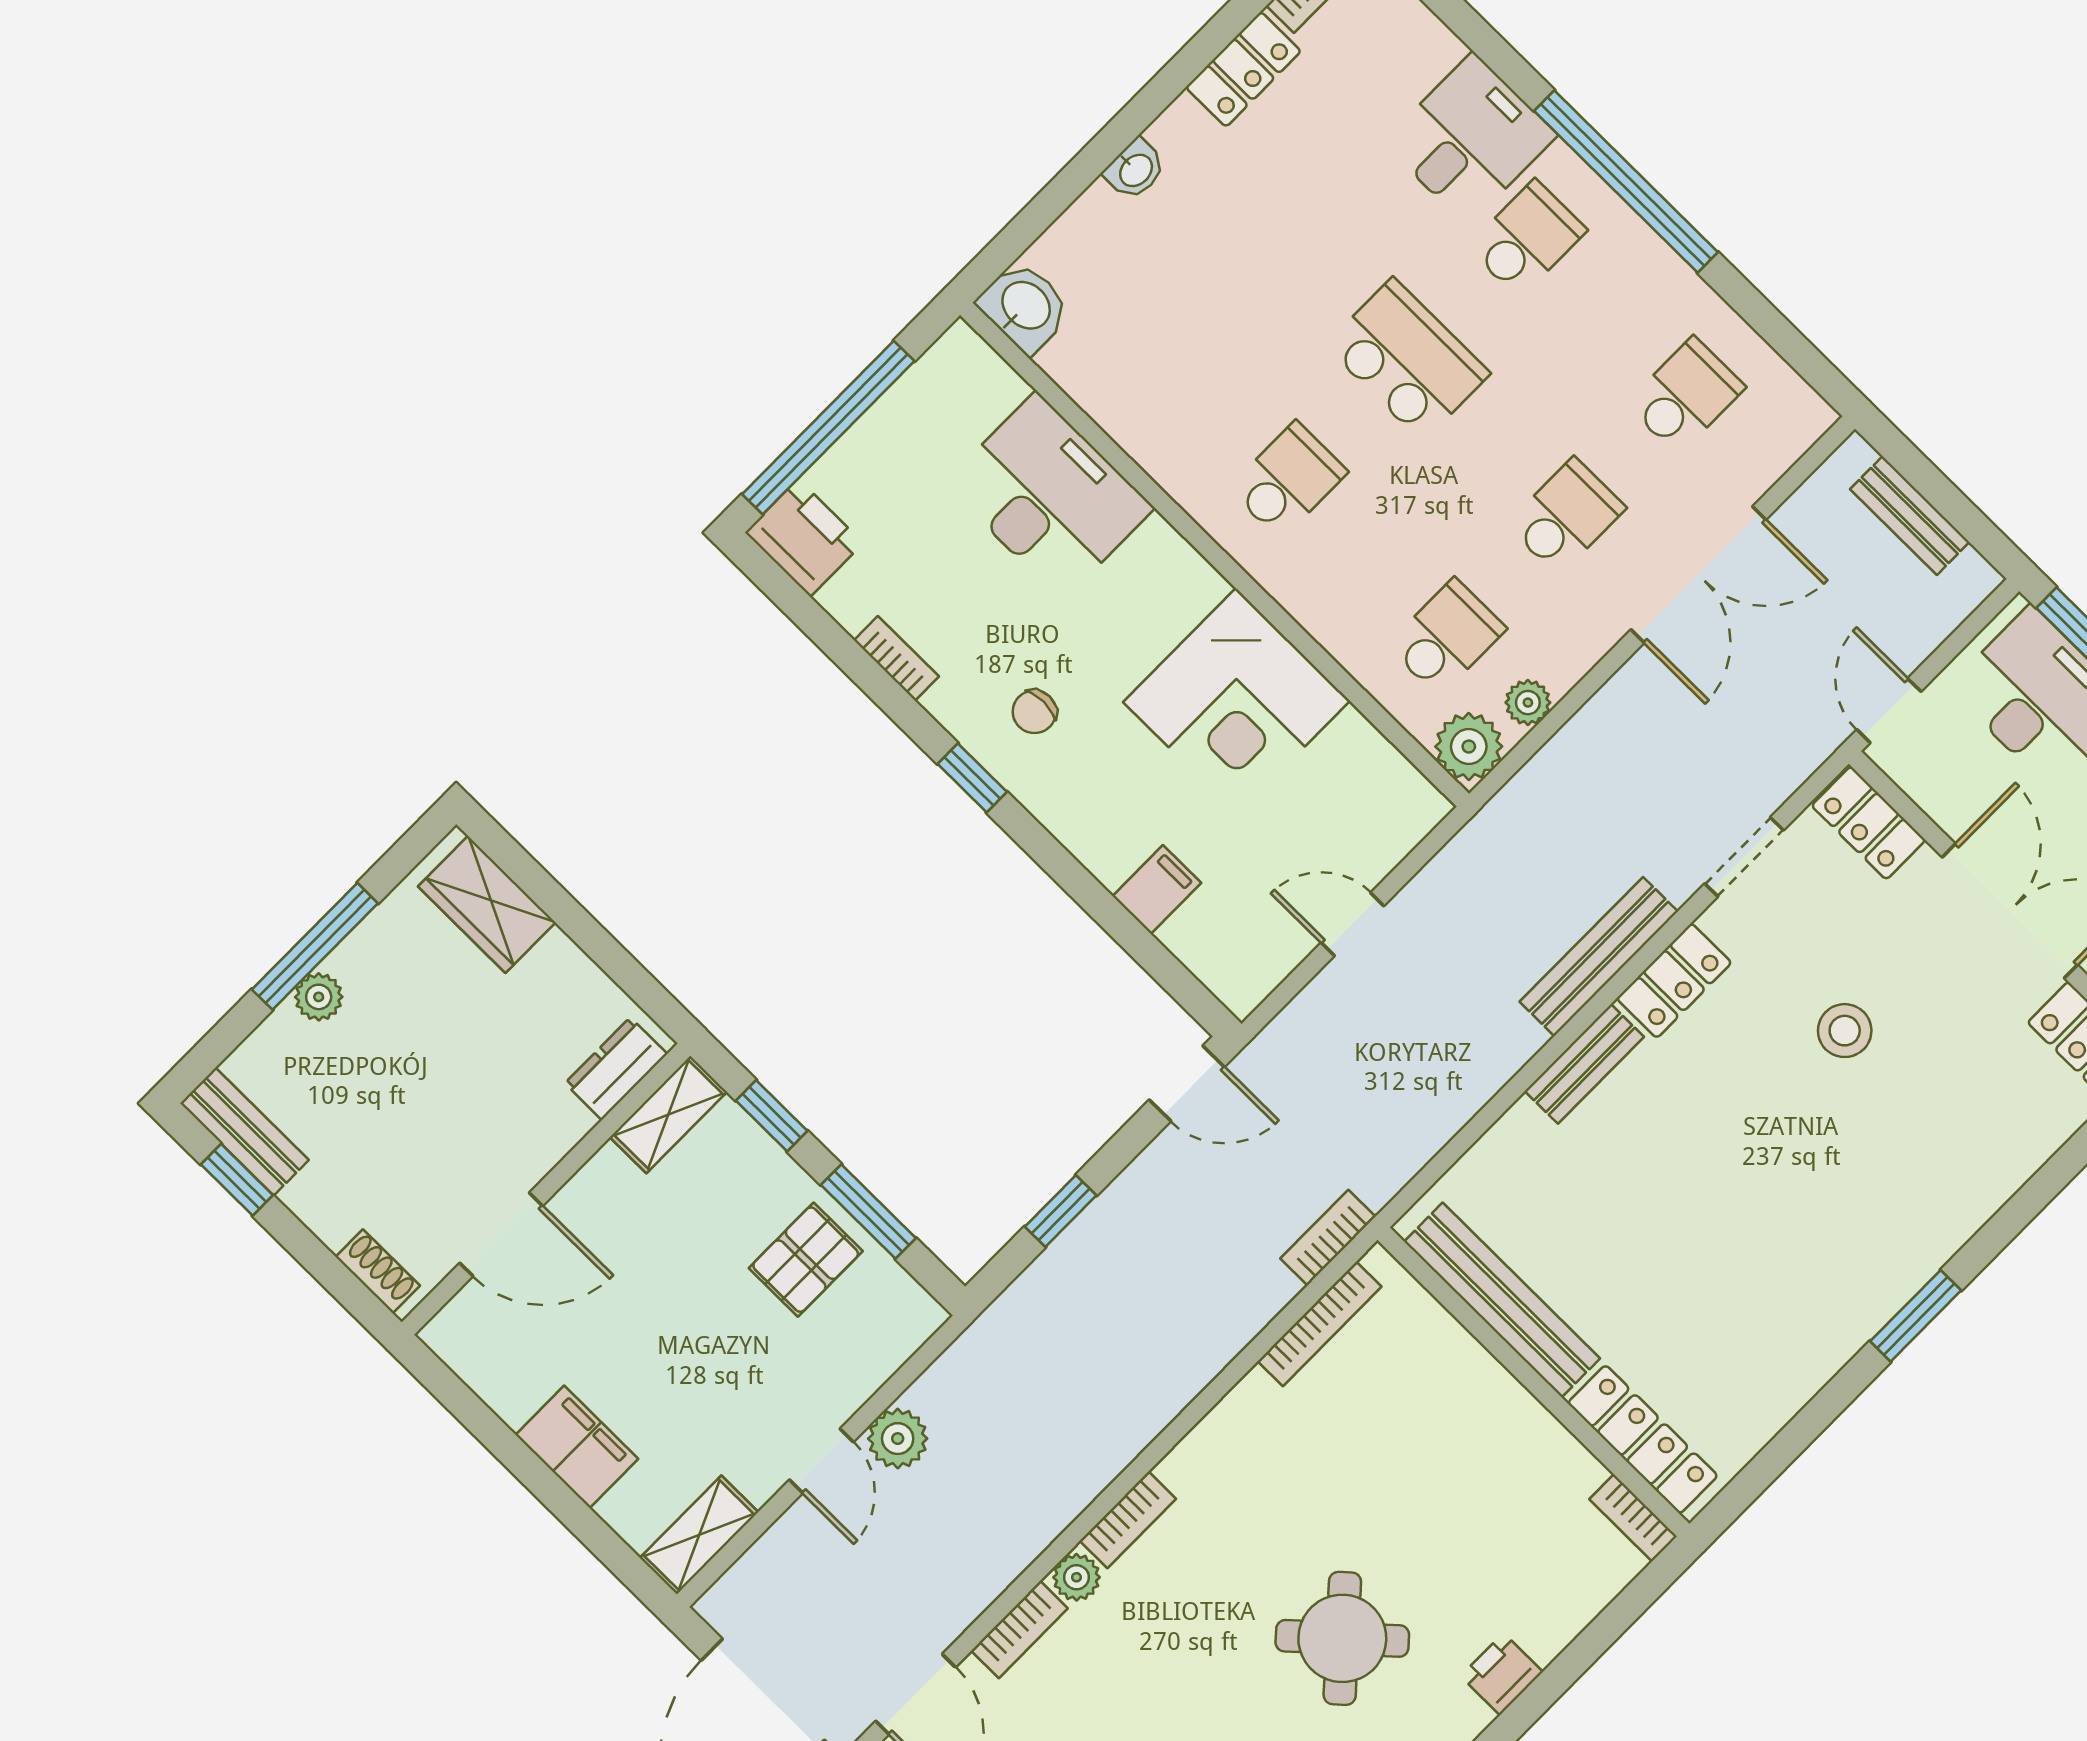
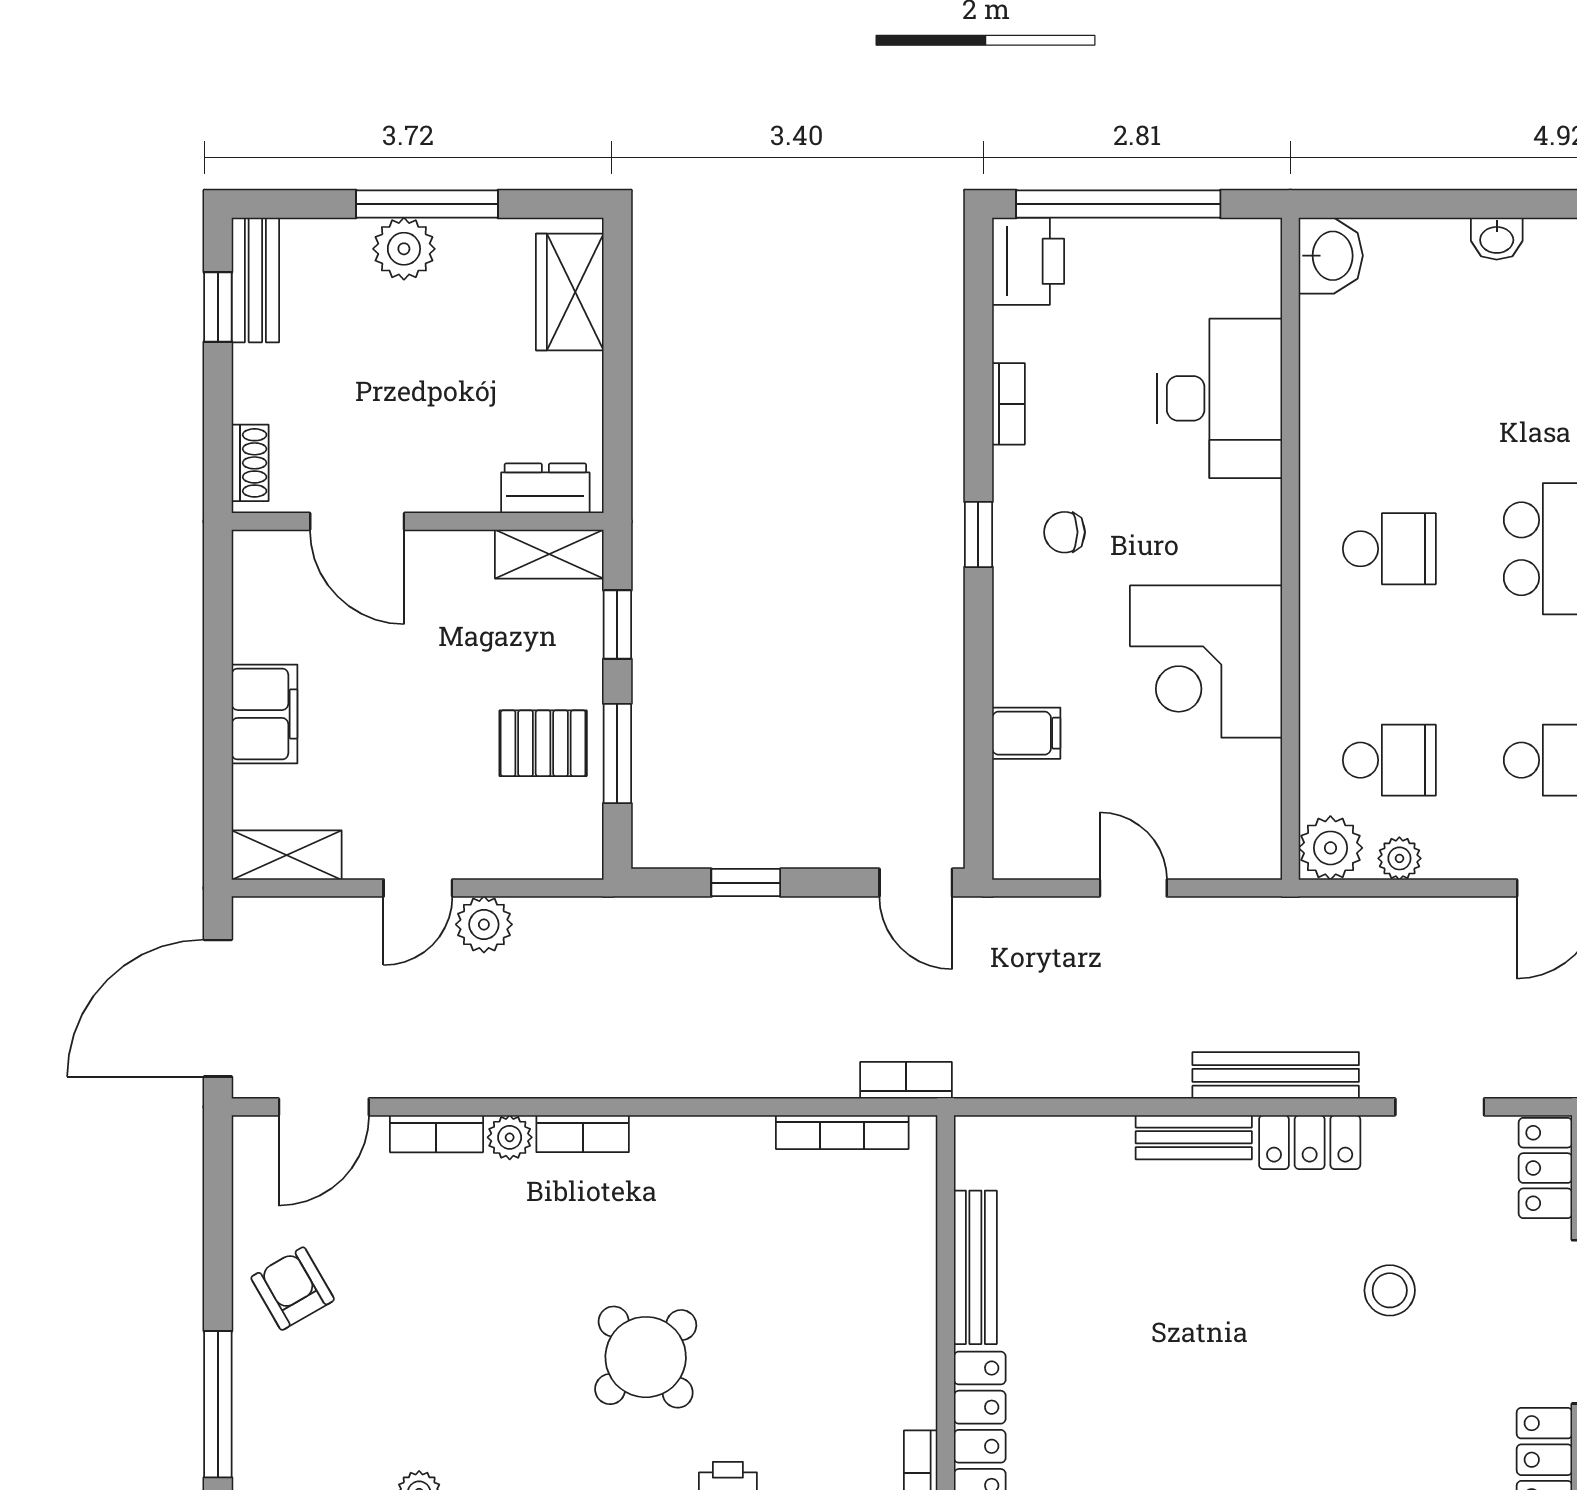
plant: (319, 997) -> (404, 249), width x1.38, depth x1.38
bench: (1502, 1300) -> (975, 1267), width x0.73, depth x0.82

